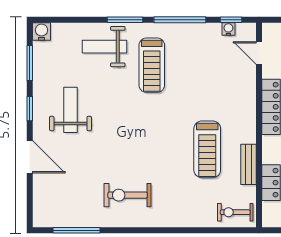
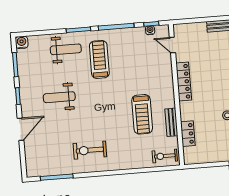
weight bench: (104, 47) -> (66, 49), turned 180
treadmill: (152, 65) -> (99, 59), turned 180
weight bench: (70, 110) -> (59, 97), moved, turned -90
door: (30, 157) -> (21, 129), hinge flipped

